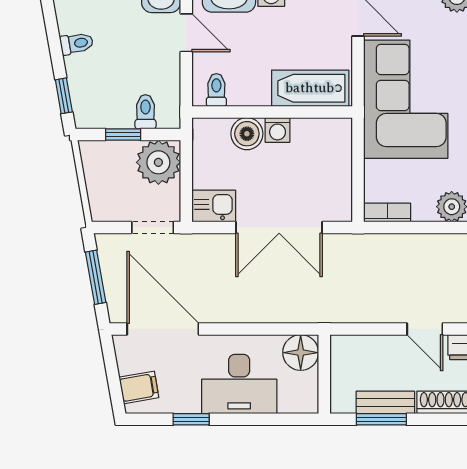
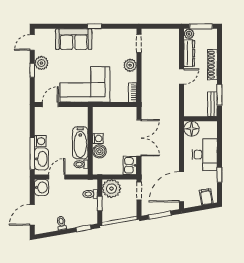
bathtub: (310, 88) -> (80, 143), moved
bench: (385, 402) -> (212, 104), moved

